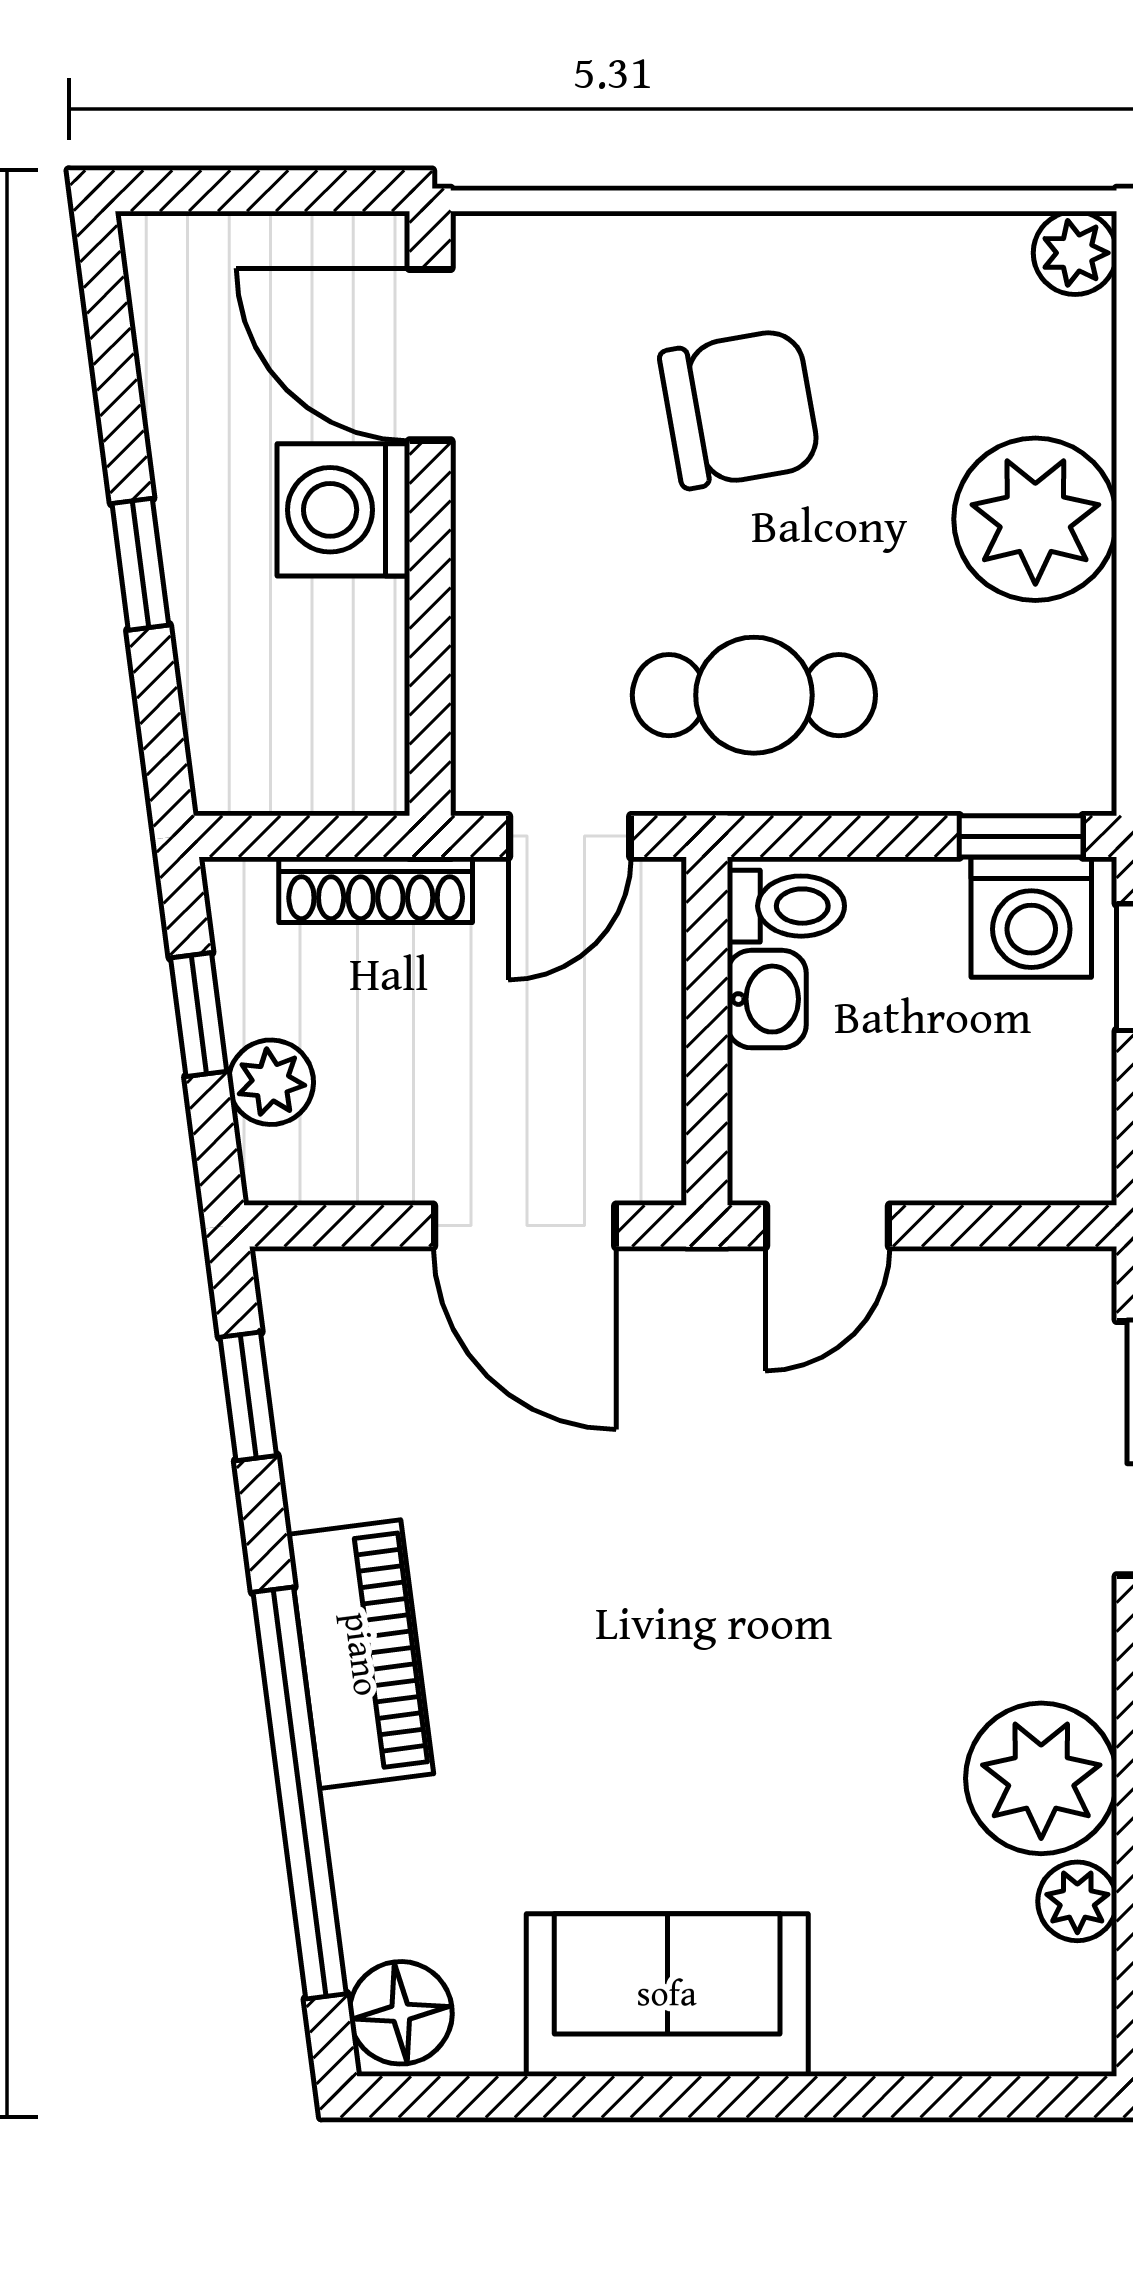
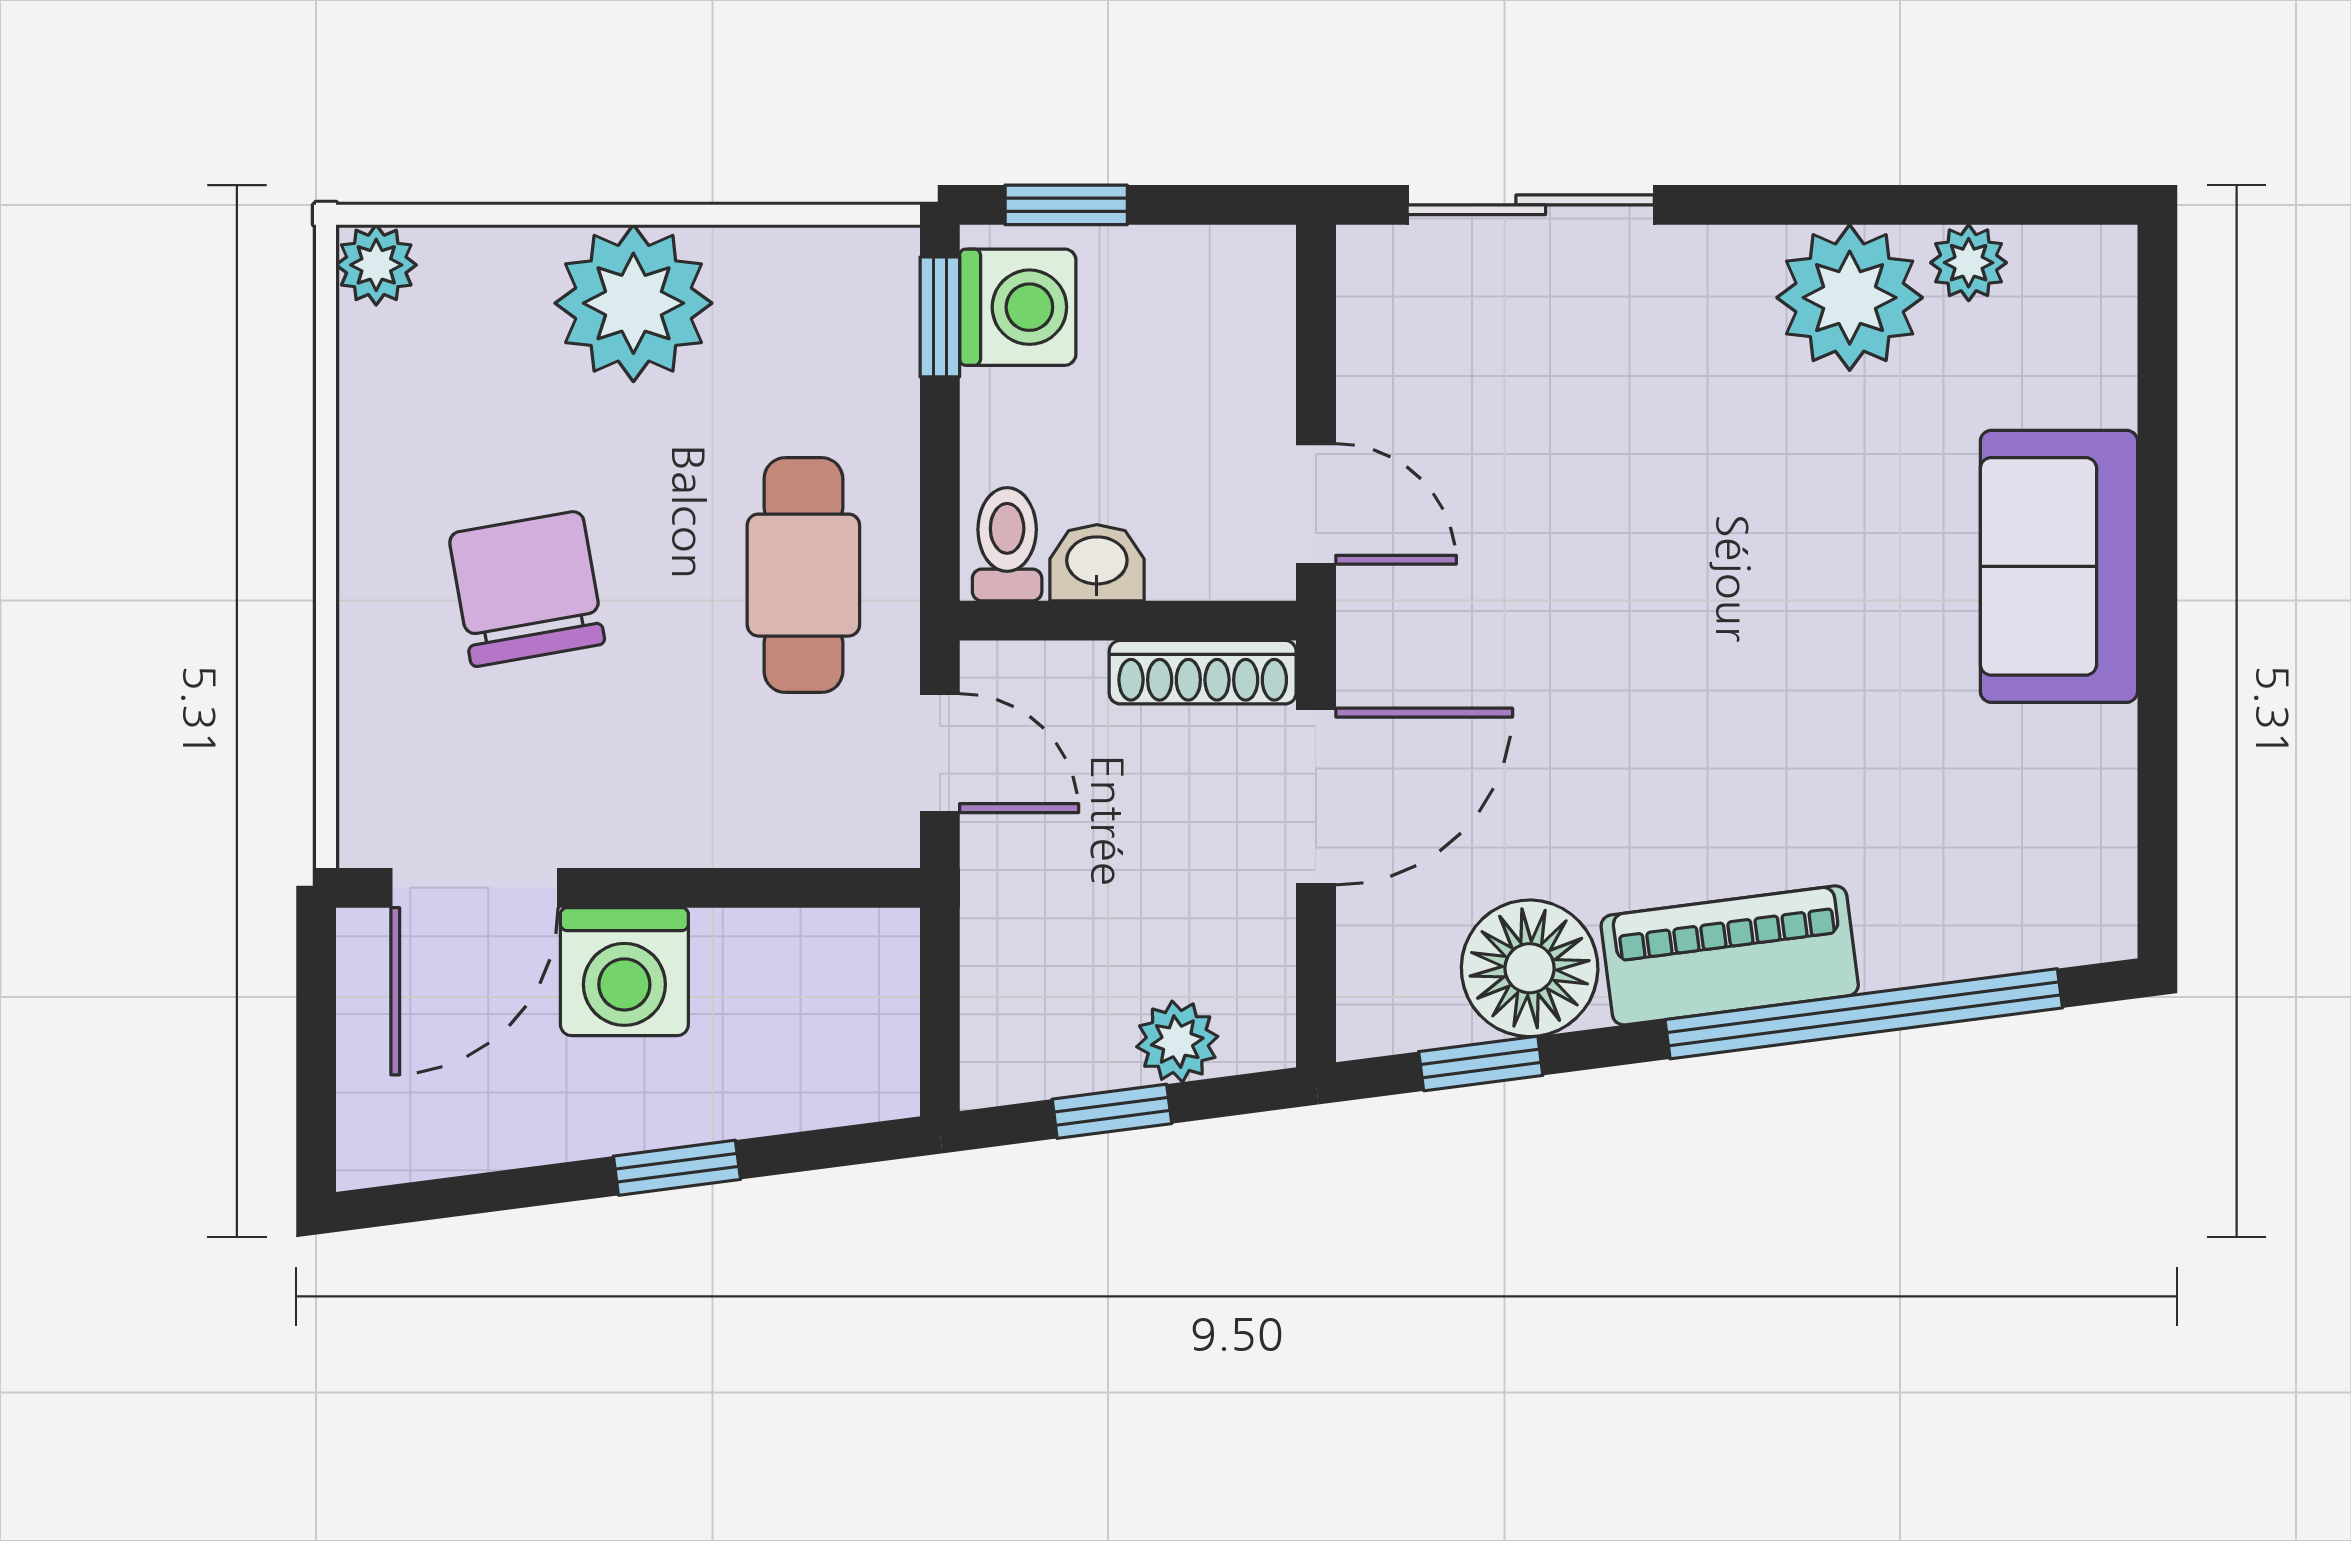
shoe rack: (376, 890) -> (1203, 672), moved, turned 90
sofa: (667, 1995) -> (2059, 566), moved
floor lamp: (401, 2013) -> (1530, 968), moved, width x1.38, depth x1.38

